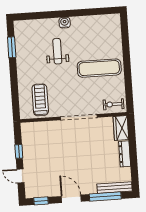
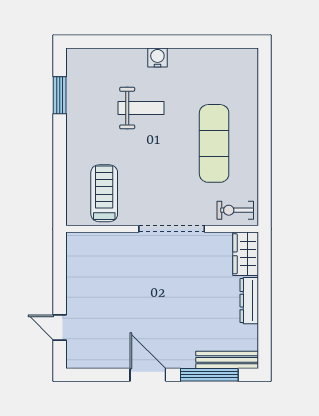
weight bench: (57, 51) -> (141, 108), turned 90
exercise mat: (99, 68) -> (214, 143), turned 90
window: (19, 151) -> (60, 283), removed
window: (41, 201) -> (93, 375), removed

